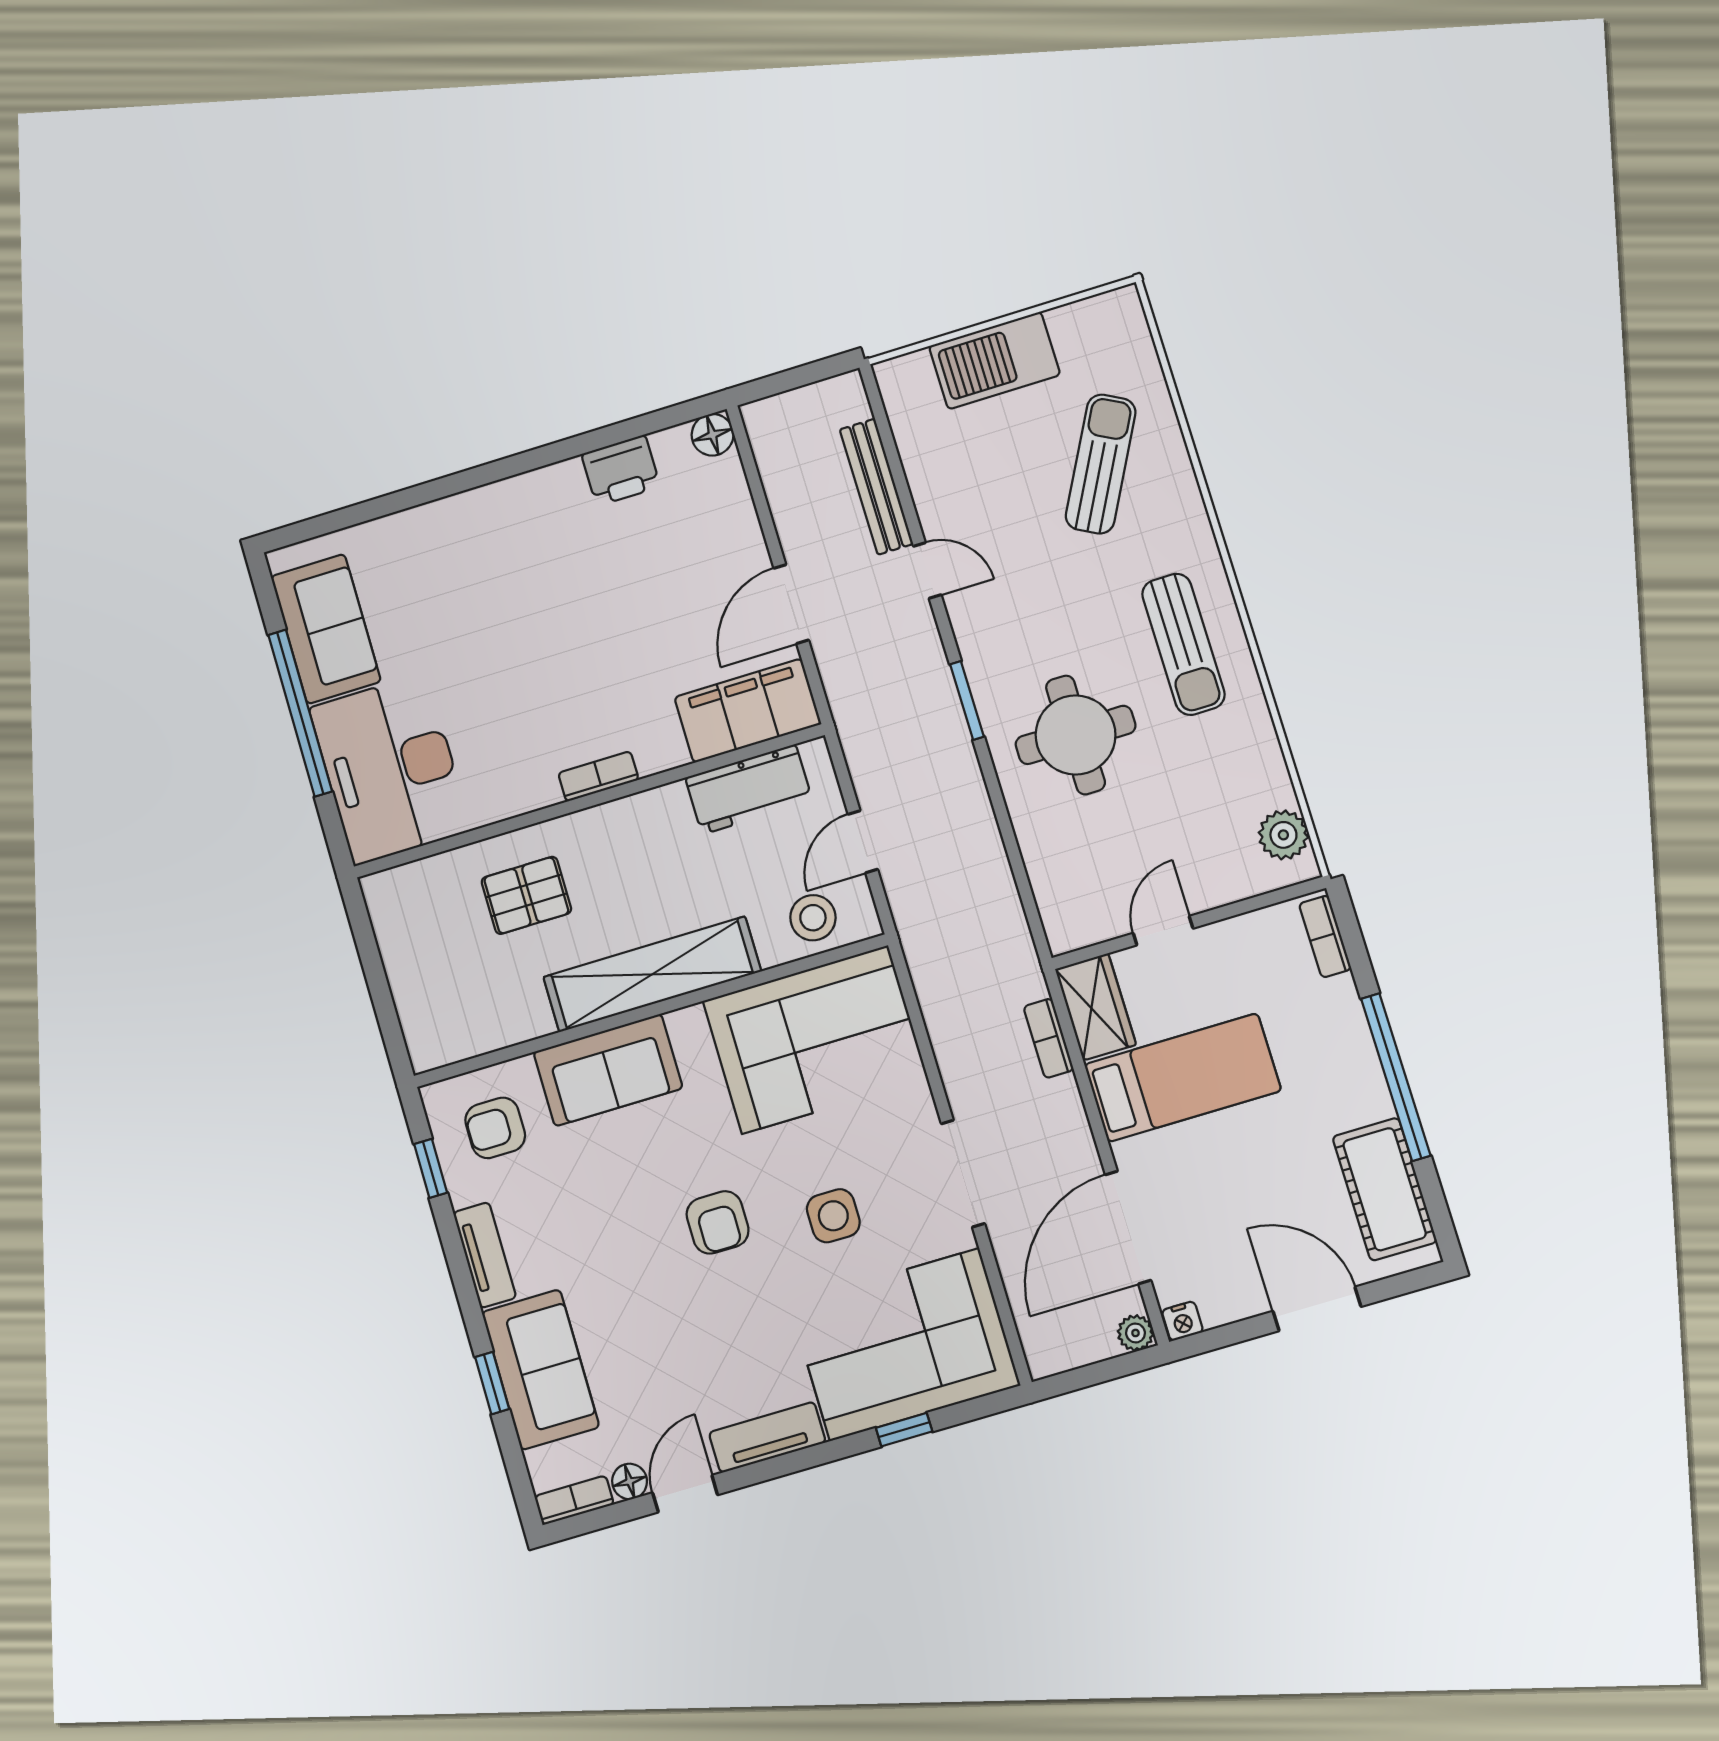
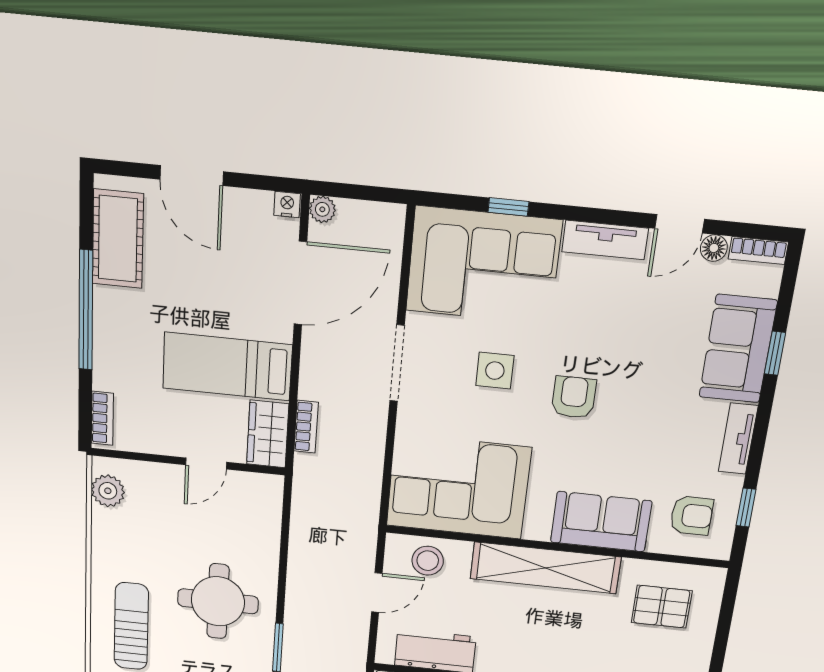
pallet: (526, 895) -> (662, 607), moved

